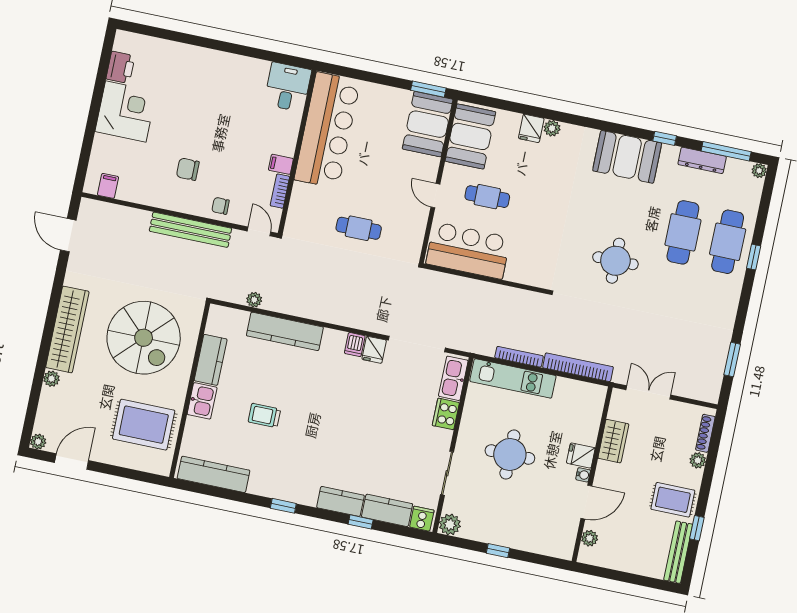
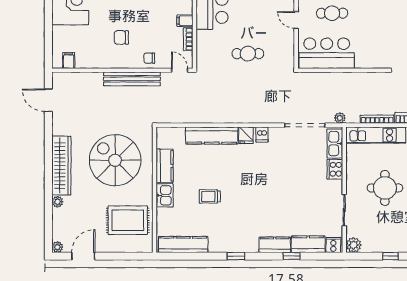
plant: (254, 300) -> (340, 118), moved
spiral stairs: (144, 338) -> (115, 160), turned 180
fridge: (374, 350) -> (246, 135), moved

